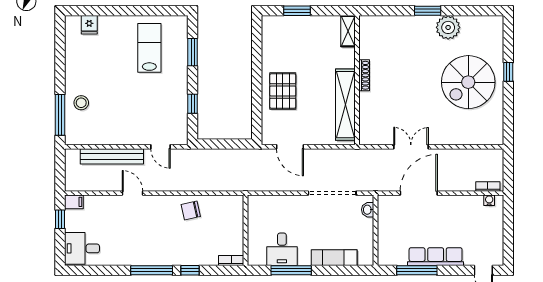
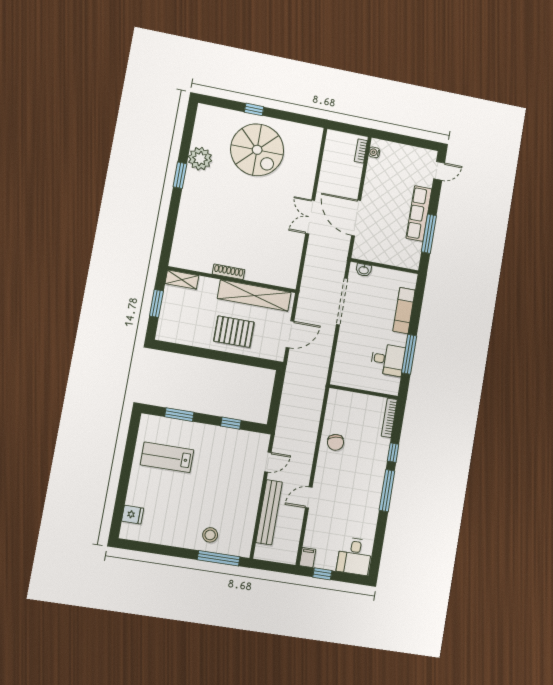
shelving: (348, 31) -> (182, 280), moved
shoe rack: (364, 75) -> (229, 272), moved
wall: (357, 80) -> (232, 280), moved
shelving: (345, 105) -> (254, 295), moved
bookcase: (231, 261) -> (389, 418), width x1.56

